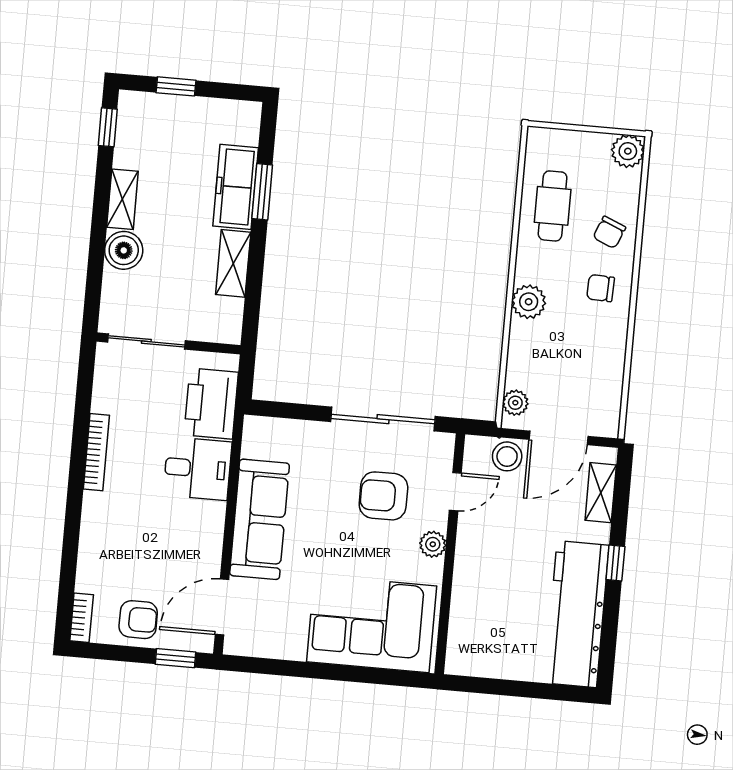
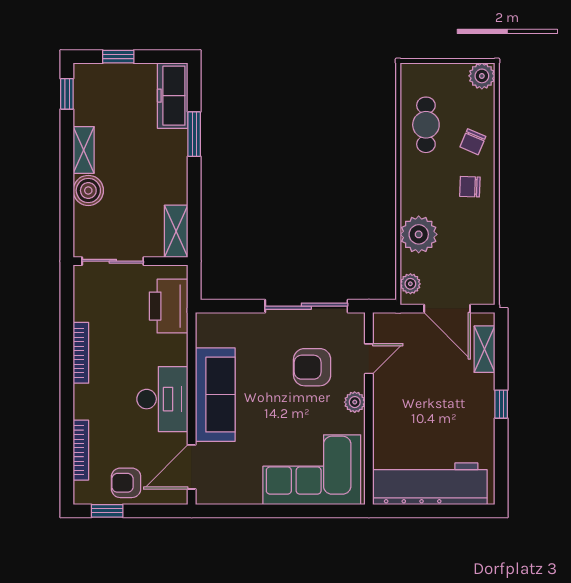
freezer: (236, 187) -> (173, 96), moved
shelving: (233, 263) -> (176, 231), moved
plant: (529, 302) -> (419, 234), moved, width x1.36, depth x1.36
door: (558, 438) -> (447, 309), hinge flipped
stool: (507, 456) -> (408, 327), removed
desk: (197, 469) -> (162, 399), moved, width x1.37
workbench: (577, 614) -> (430, 484), moved, turned 90
bookcase: (82, 618) -> (81, 450), moved, width x1.56
armchair: (138, 620) -> (126, 483), turned 180
window: (176, 658) -> (107, 511), moved

